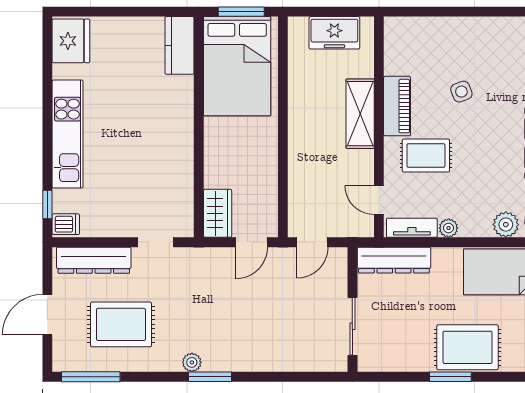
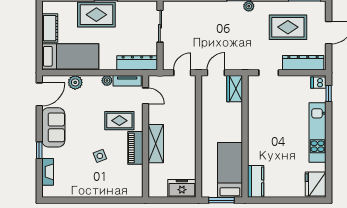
freezer: (334, 33) -> (182, 188), moved
bed: (237, 66) -> (230, 170), width x0.67

